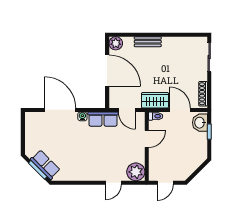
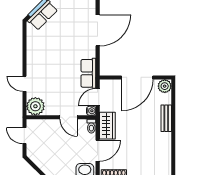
water cooler: (82, 116) -> (91, 111), moved

